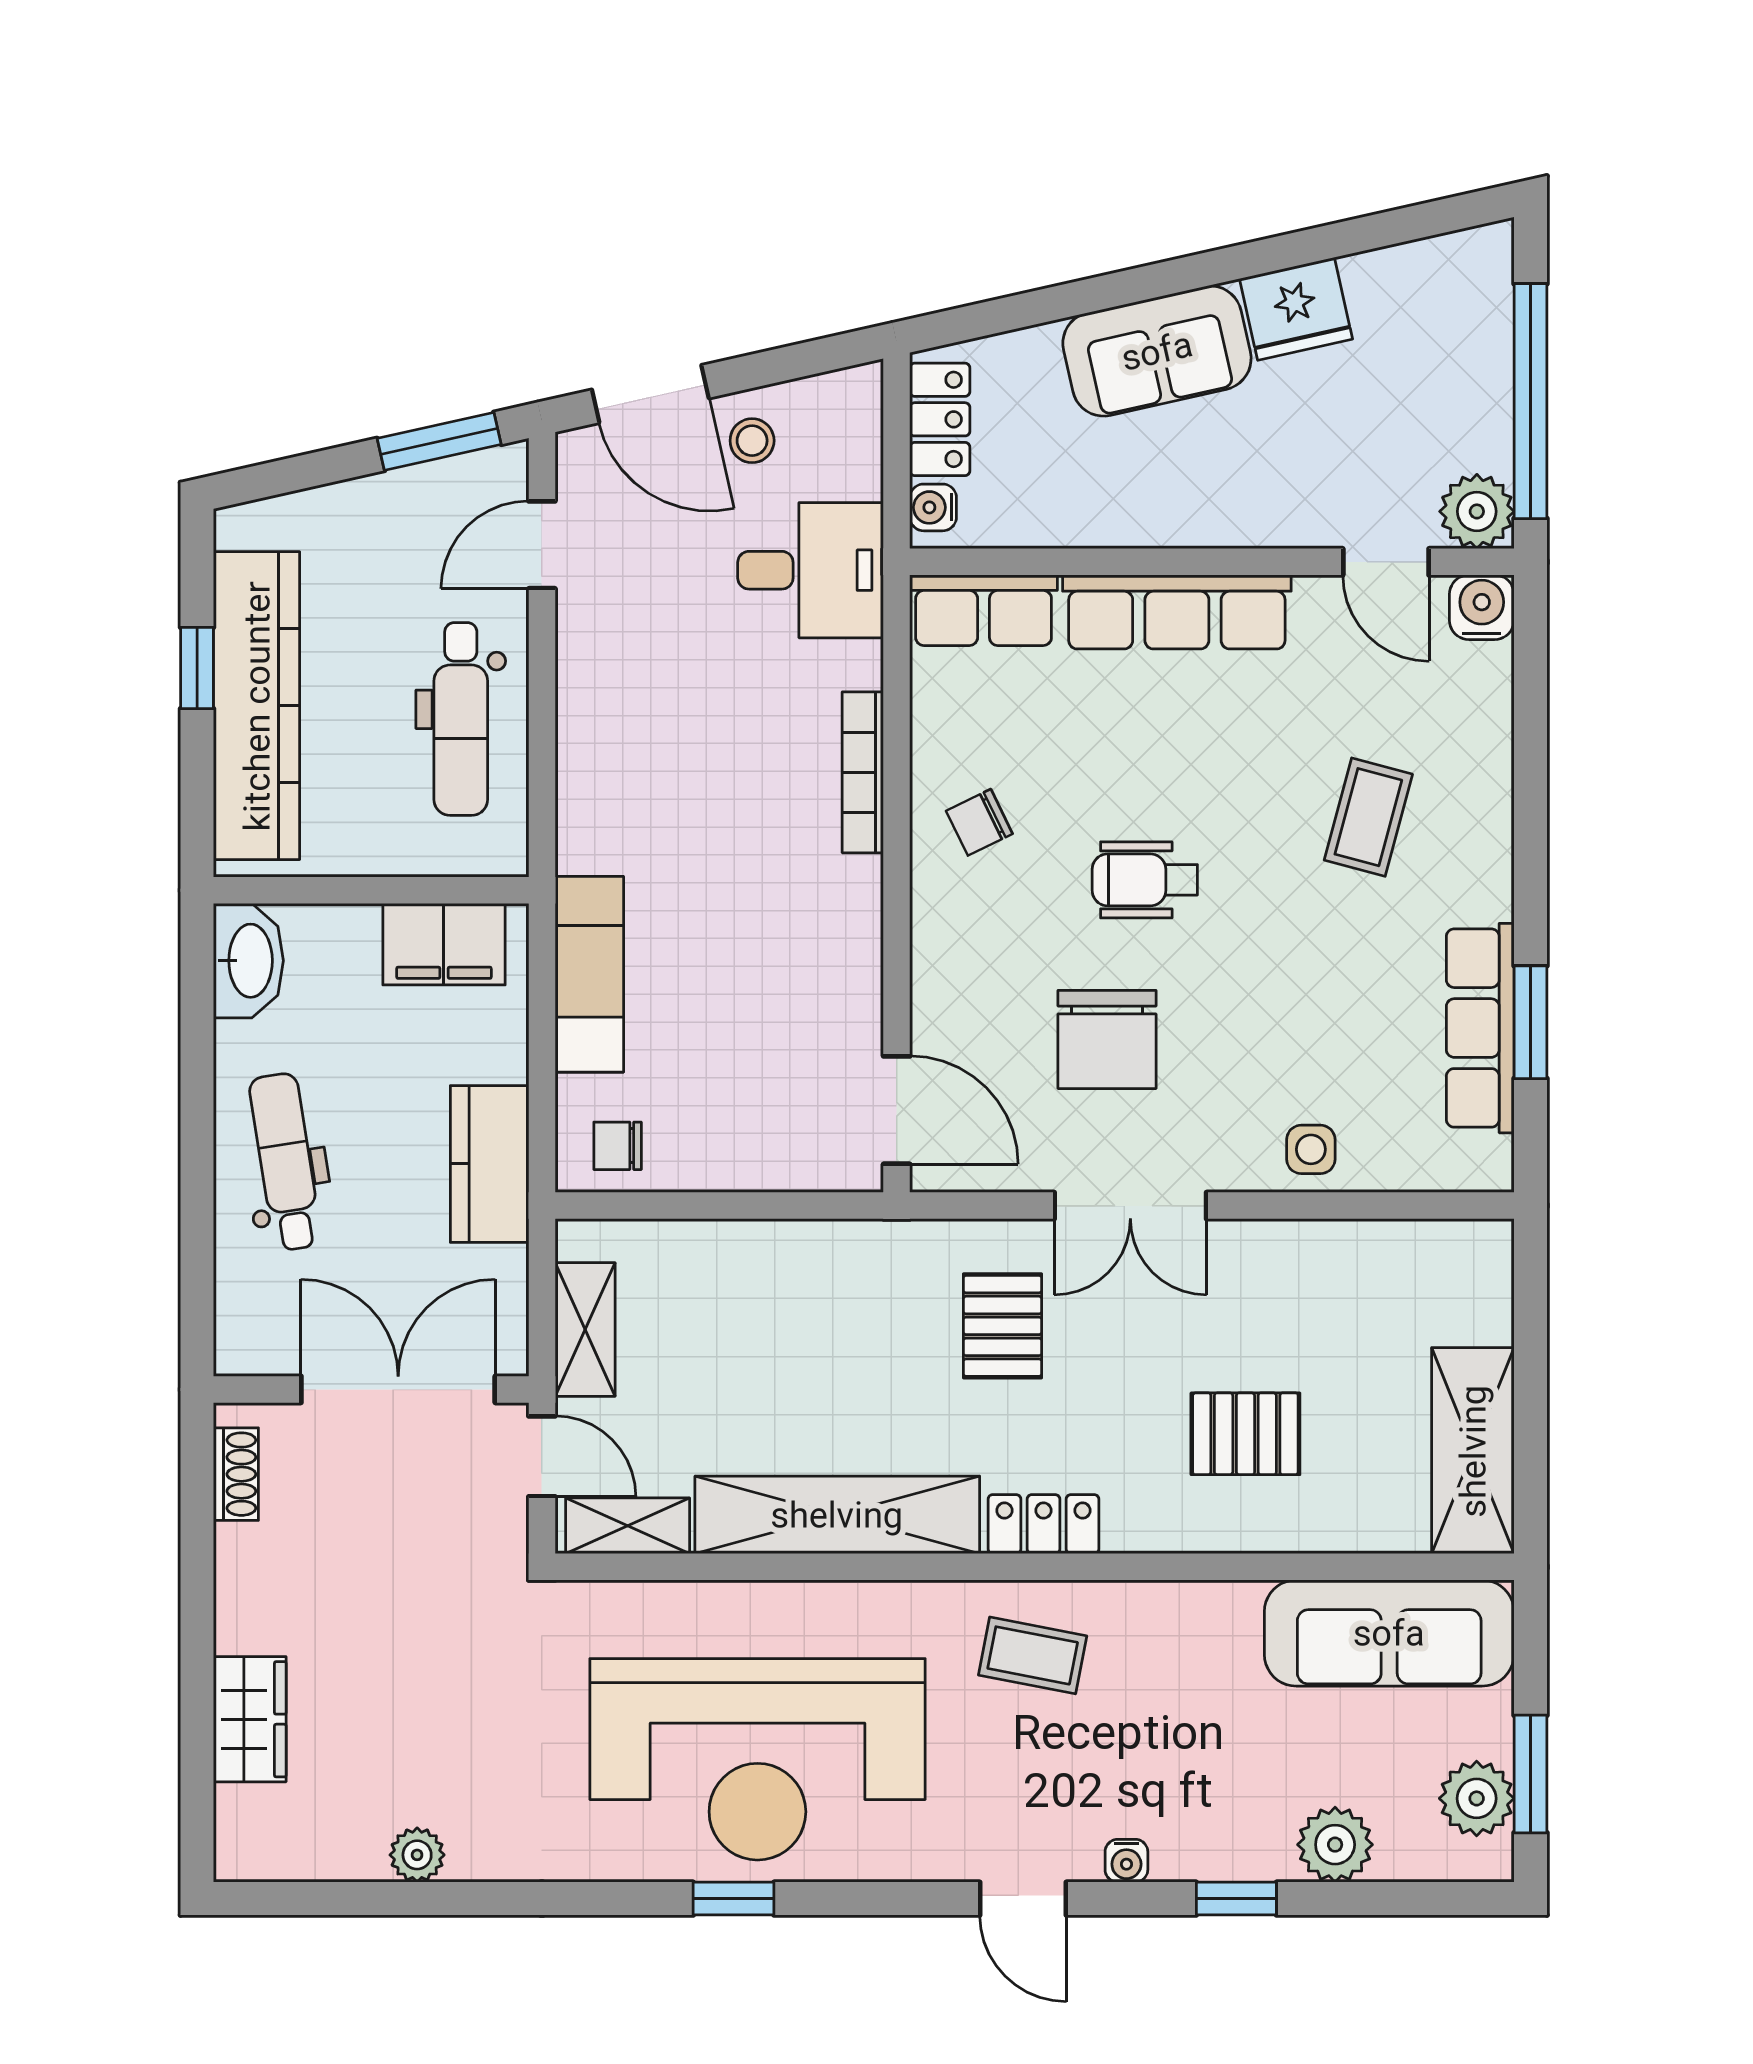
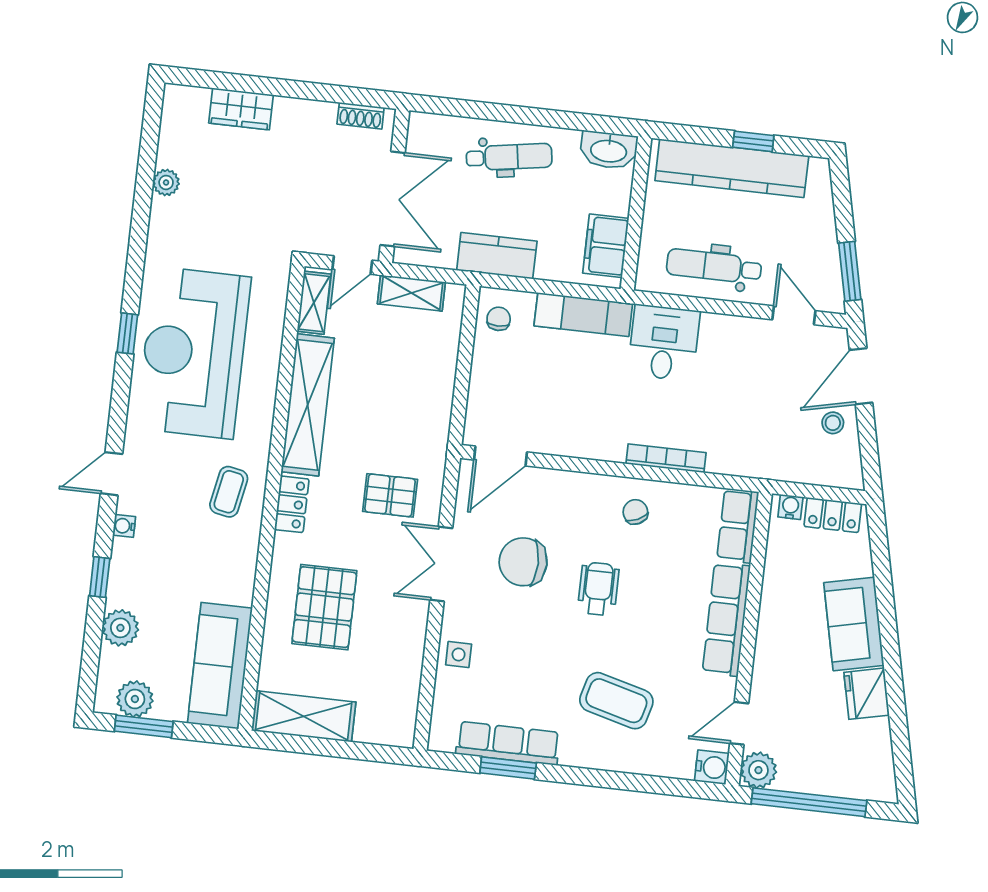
desk: (811, 570) -> (664, 343), moved, turned 180
coffee table: (1368, 817) -> (616, 701), width x1.36, depth x1.30
pallet: (1245, 1434) -> (324, 607), width x1.50, depth x1.42

